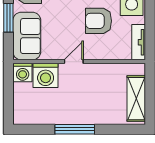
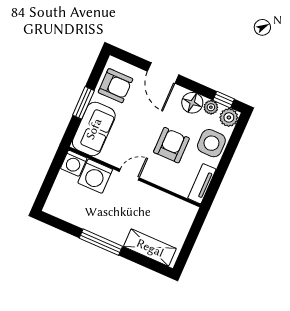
armchair: (99, 21) -> (171, 145), turned 90
shelving: (136, 99) -> (150, 248), moved, turned 90

